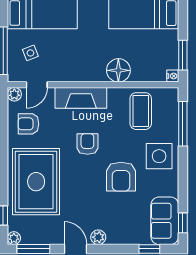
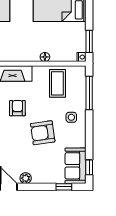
floor lamp: (118, 70) -> (45, 57), width x0.53, depth x0.53
side table: (159, 156) -> (71, 117), width x0.54, depth x0.54
armchair: (121, 177) -> (43, 133), turned 82

